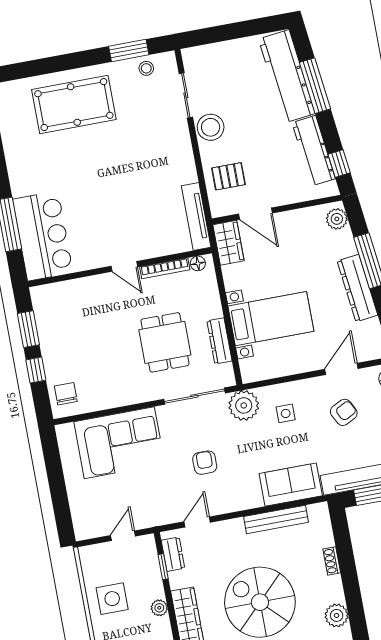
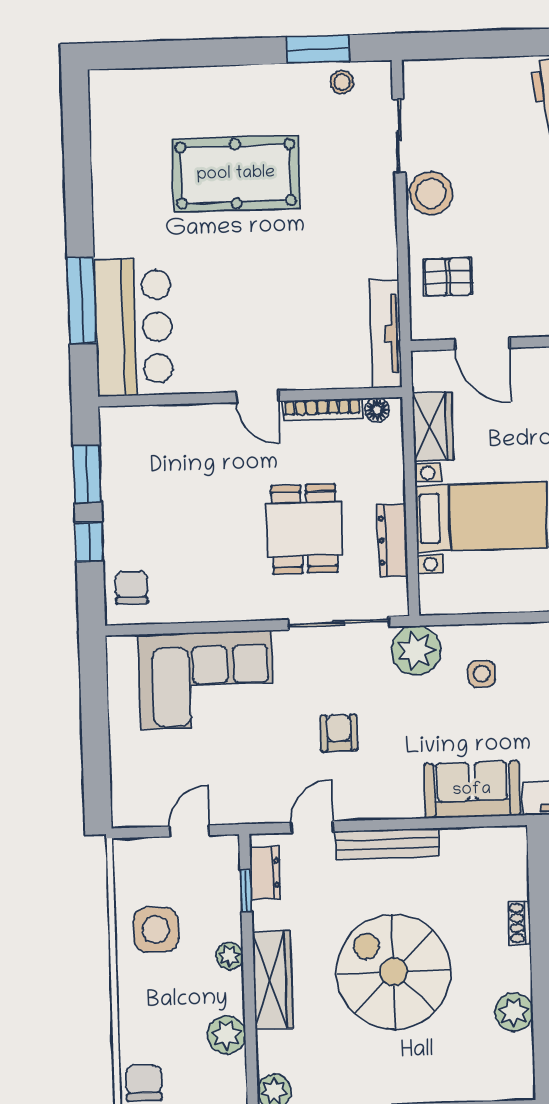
pool table: (74, 105) -> (236, 174), moved
wardrobe: (228, 243) -> (433, 427), moved
bench: (276, 519) -> (387, 844), moved

